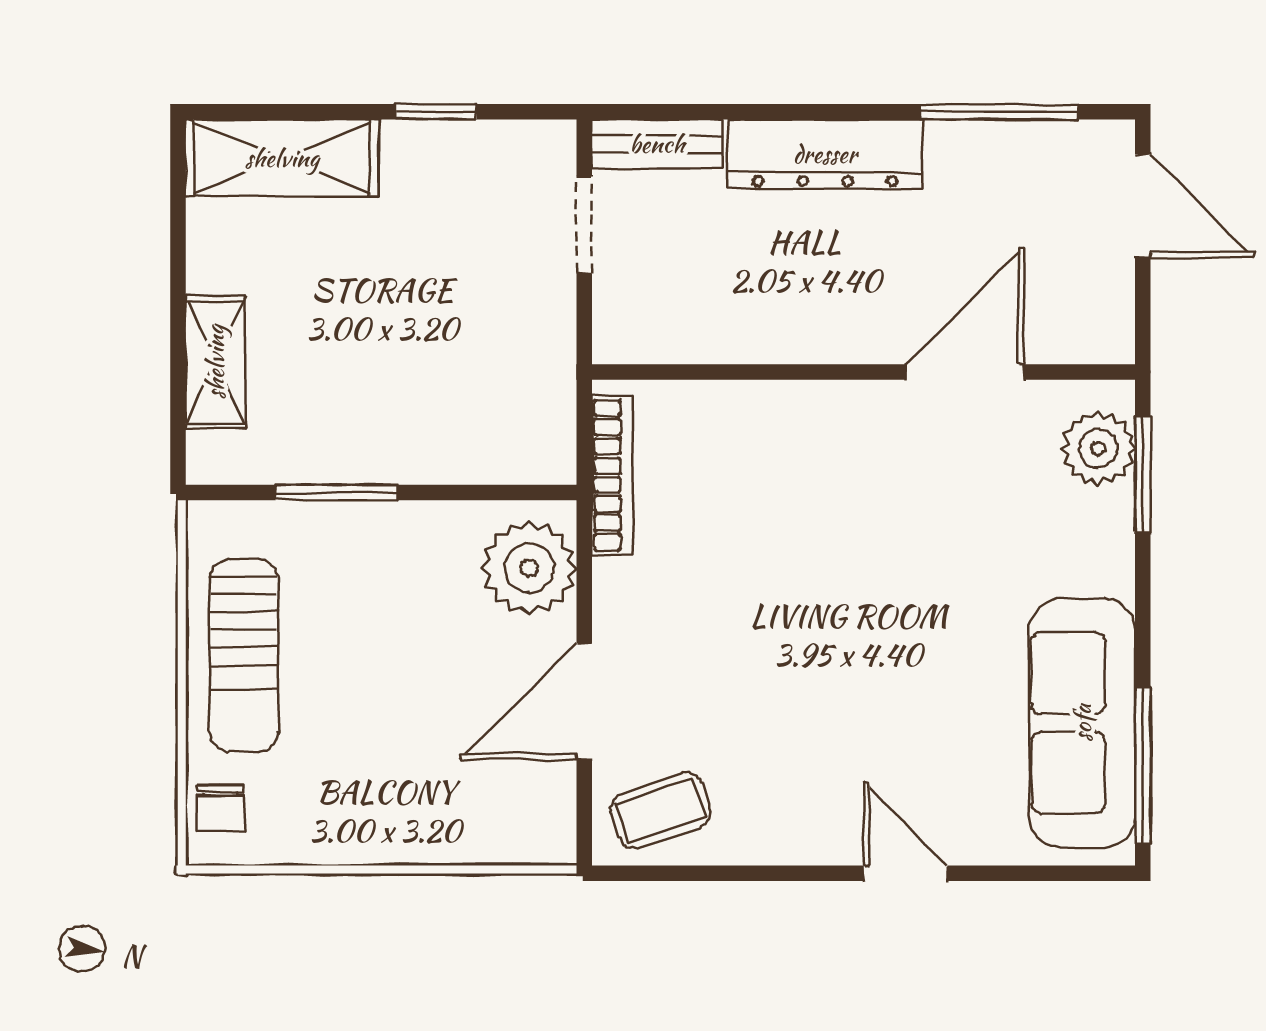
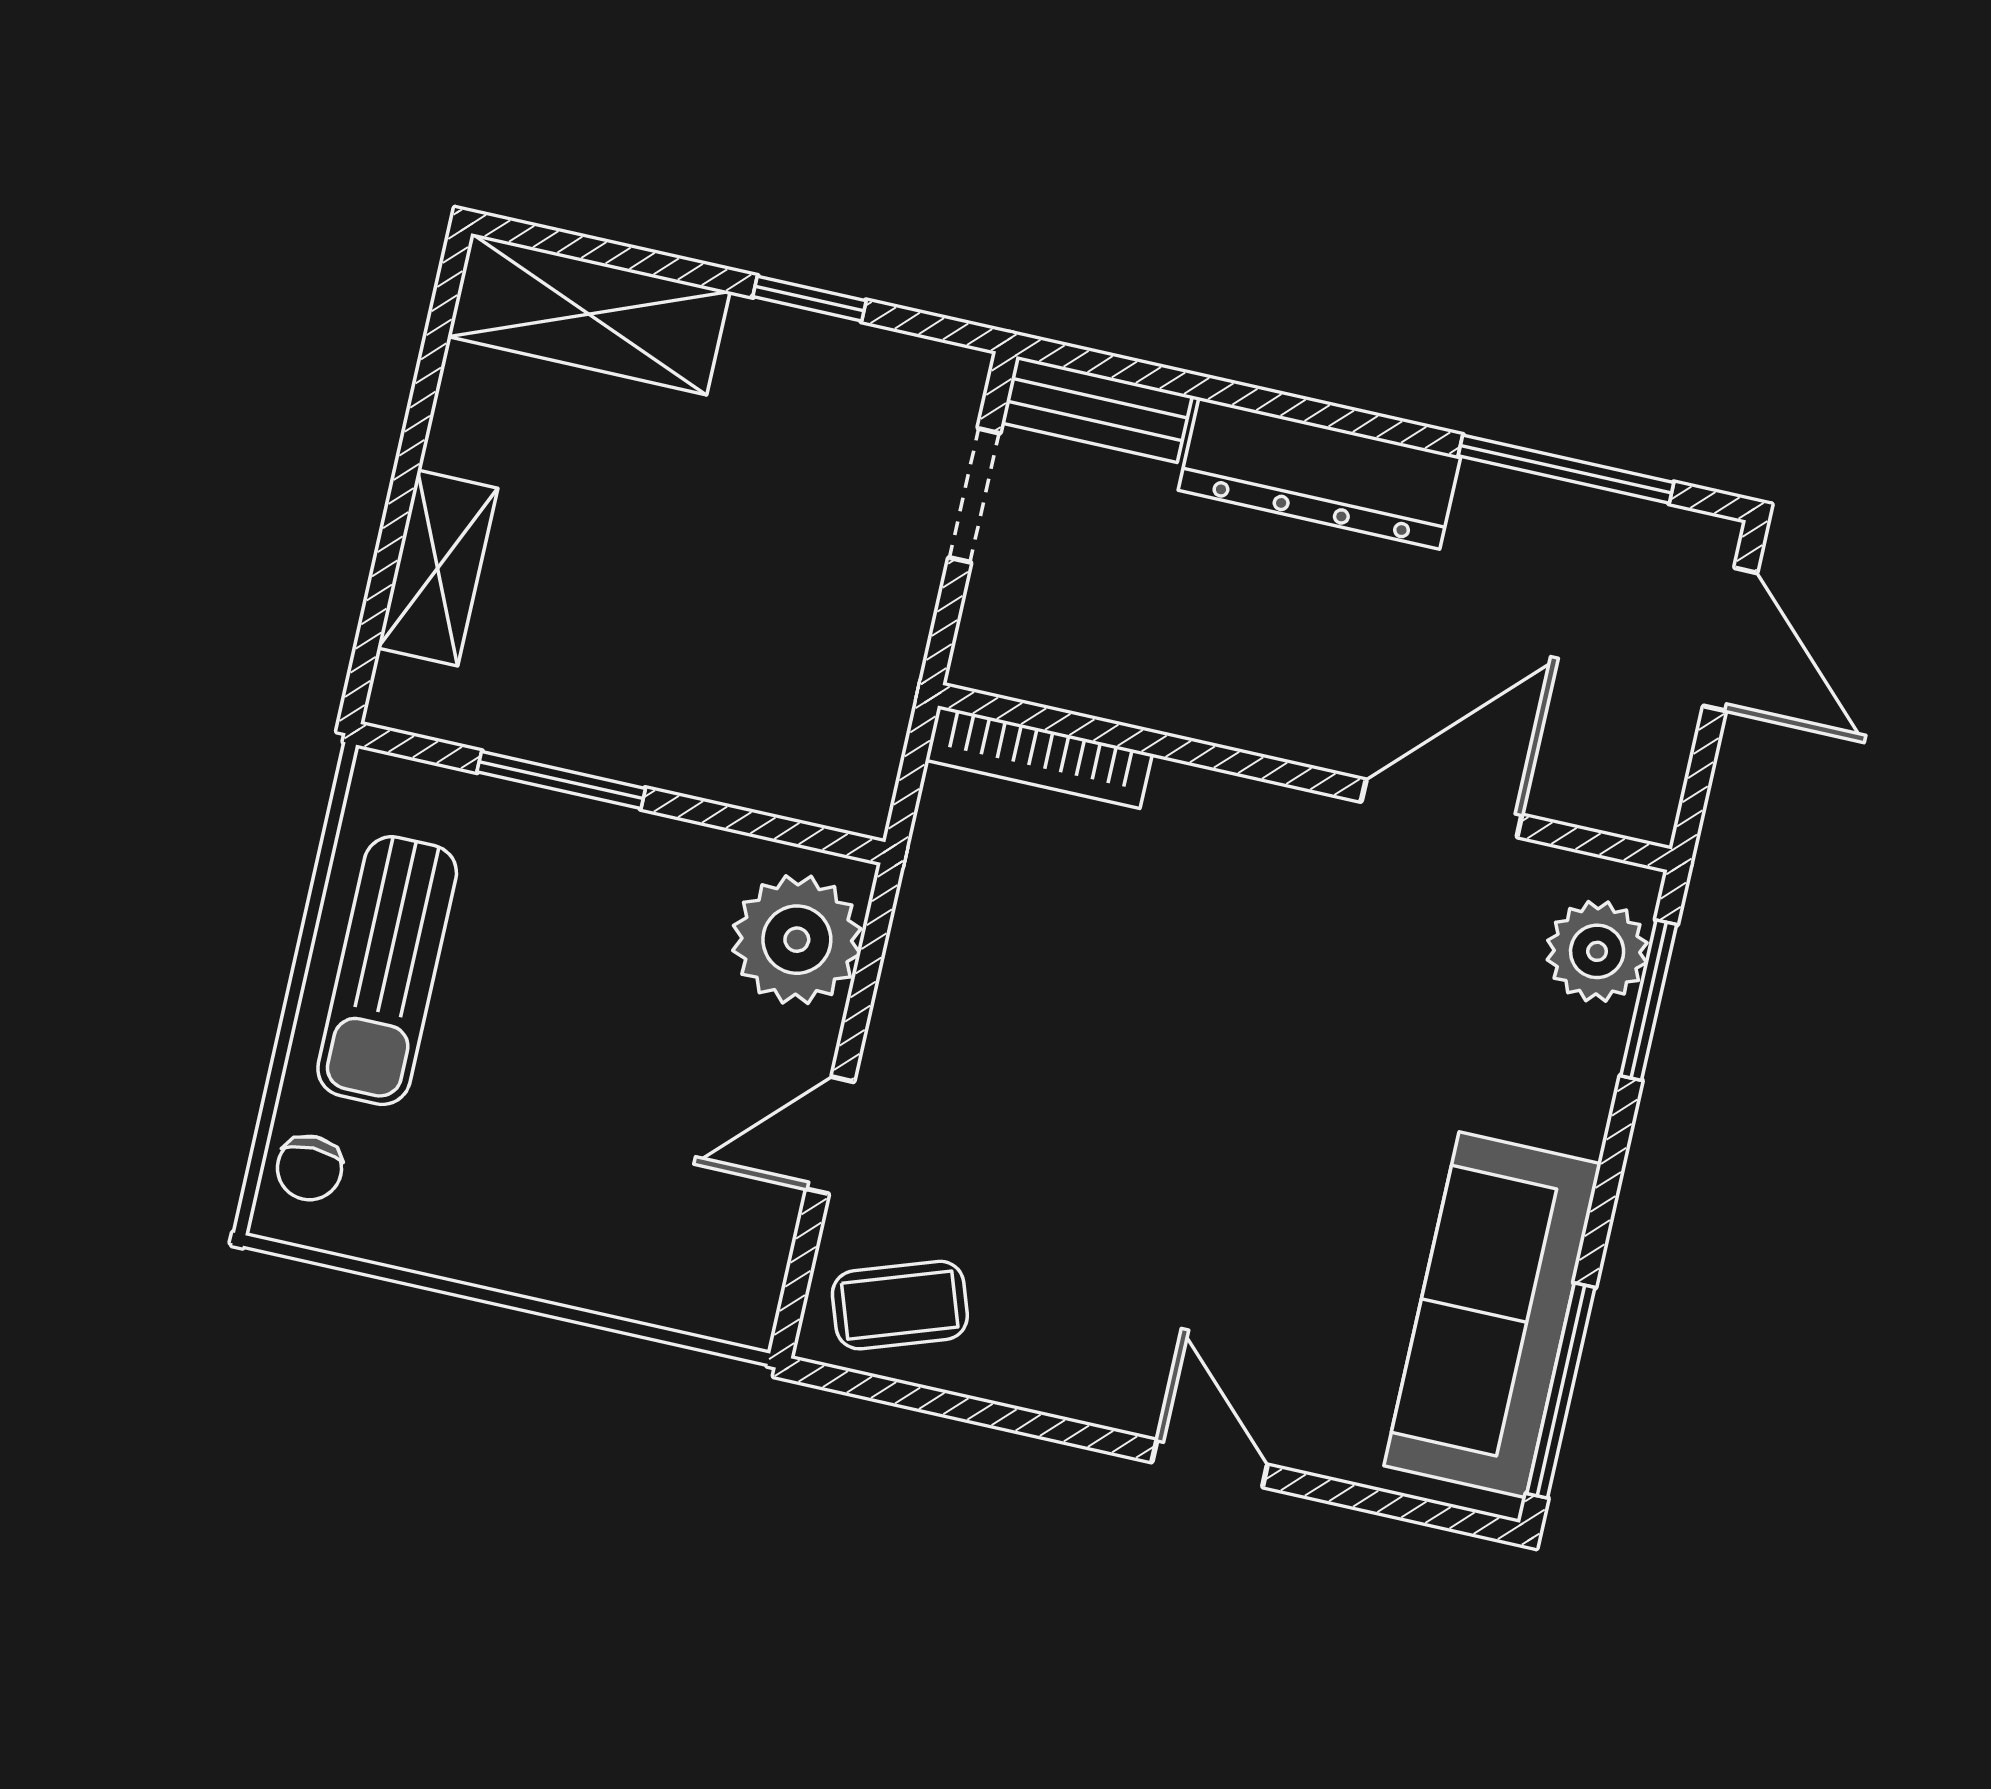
bookcase: (612, 475) -> (1039, 757), moved, turned 90
door: (584, 701) -> (830, 1135), width x0.73

